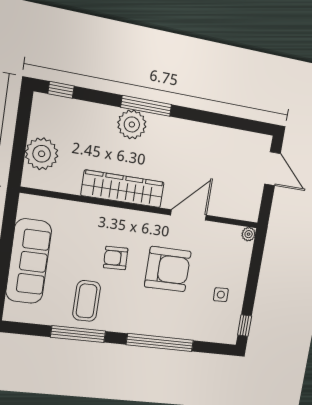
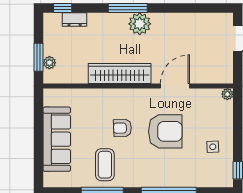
dresser: (75, 108) -> (75, 19), added
plant: (132, 124) -> (140, 24), moved
window: (19, 150) -> (38, 57), added
plant: (42, 154) -> (49, 63), width x0.53, depth x0.53

